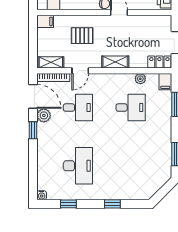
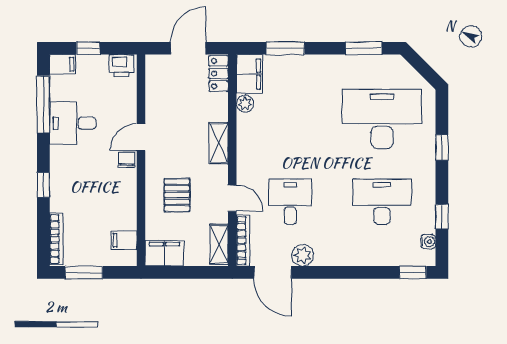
filing cabinet: (45, 21) -> (165, 253), width x2.00
filing cabinet: (165, 82) -> (249, 74), width x2.00
door: (33, 96) -> (273, 272), swing flipped
desk: (131, 108) -> (382, 119), moved, width x1.87, depth x1.30
window: (33, 130) -> (413, 272), moved
water cooler: (42, 195) -> (428, 242), moved

